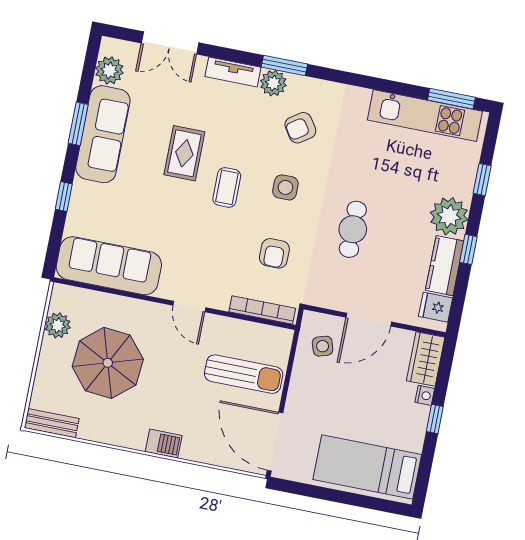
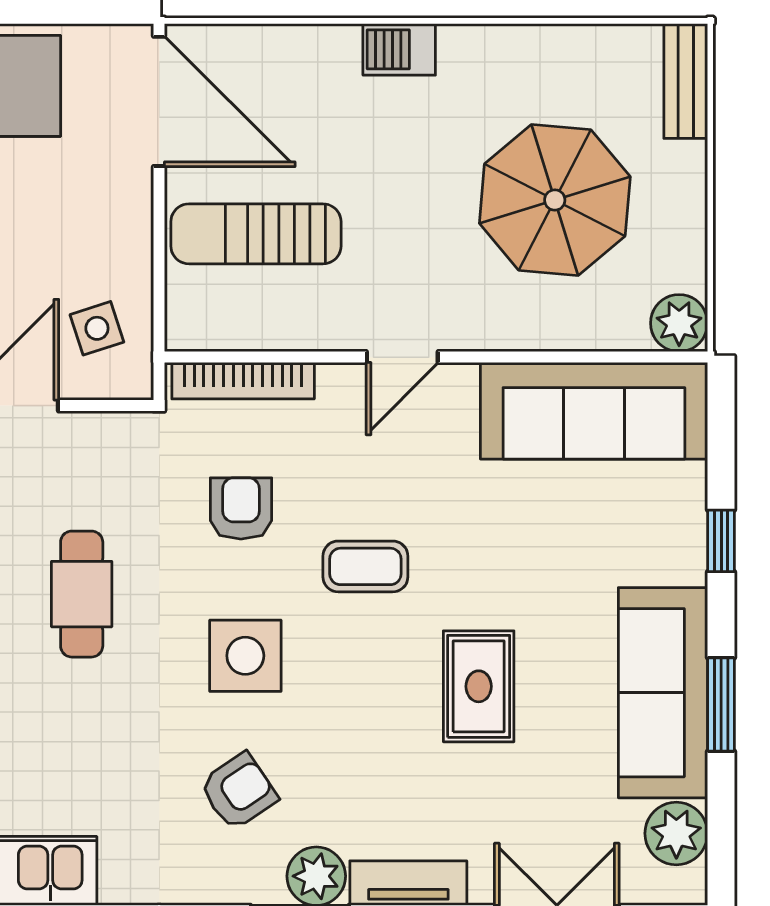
coffee table: (227, 187) -> (365, 566), moved, turned 90
side table: (285, 187) -> (245, 656), width x1.37, depth x1.37
door: (189, 306) -> (402, 357), swing flipped
plant: (58, 325) -> (679, 323), moved
bench: (52, 423) -> (686, 81), moved, turned 90

